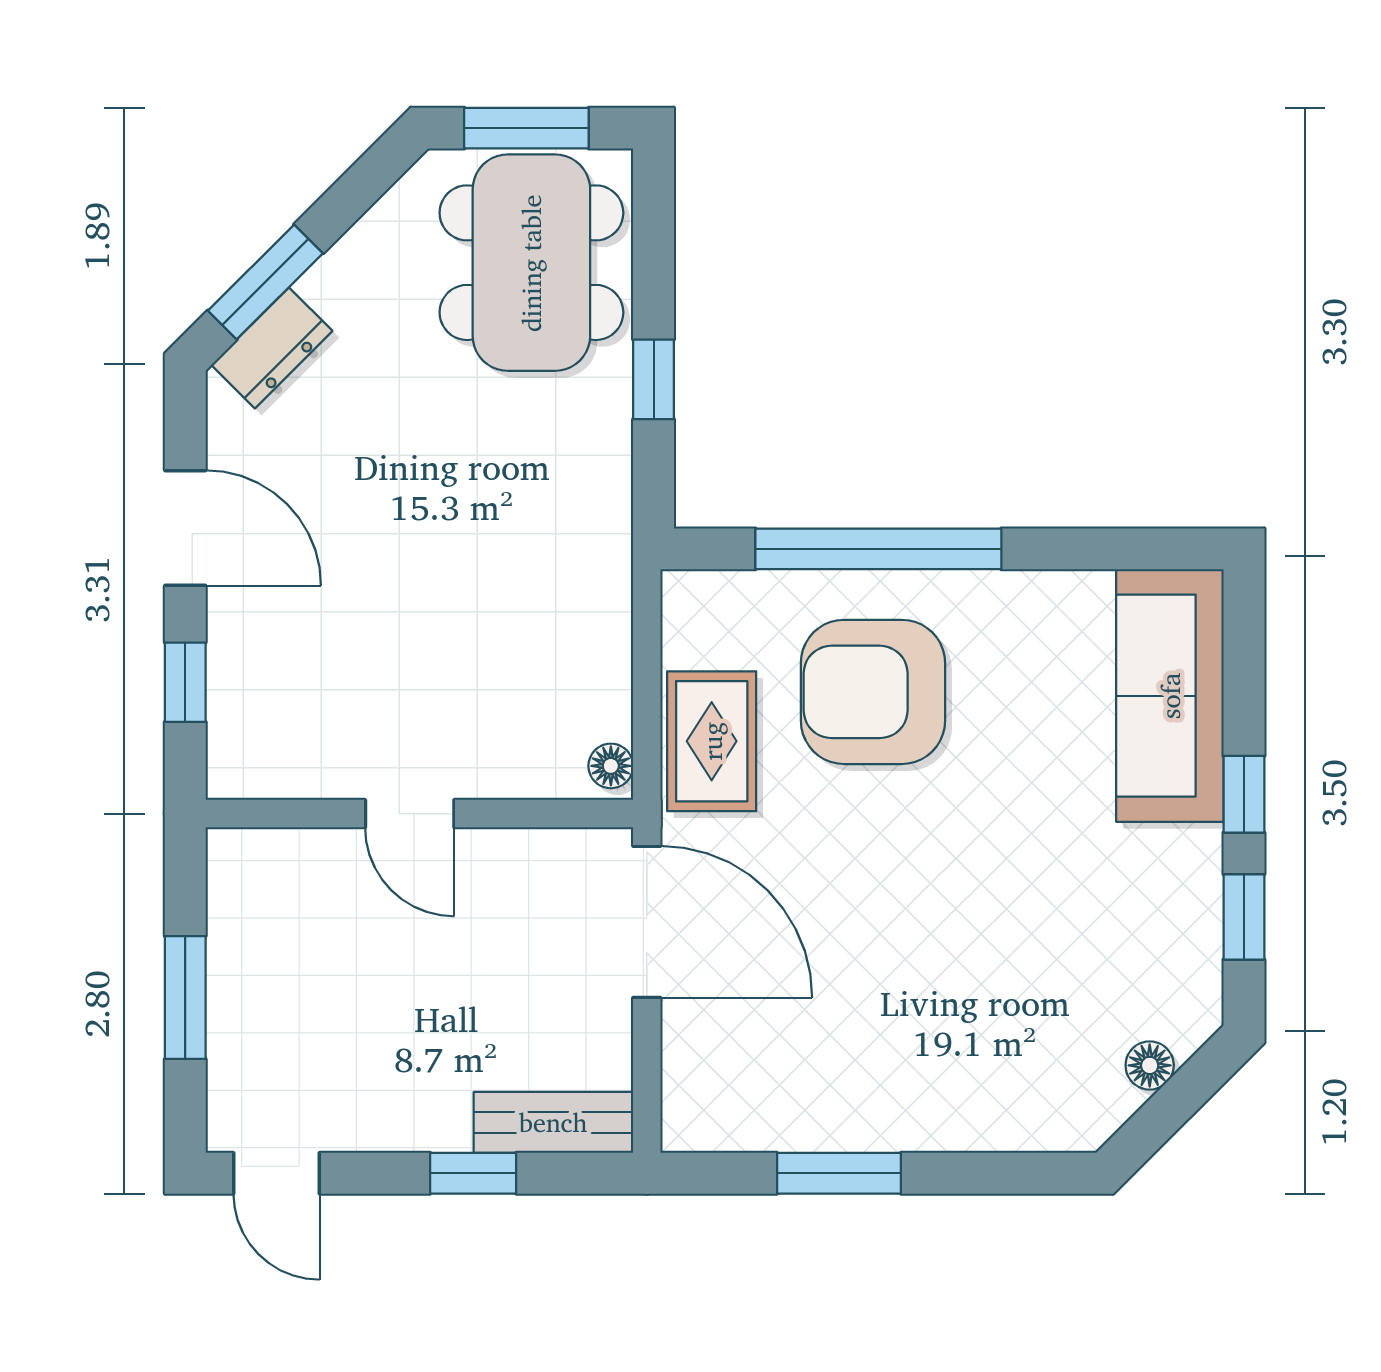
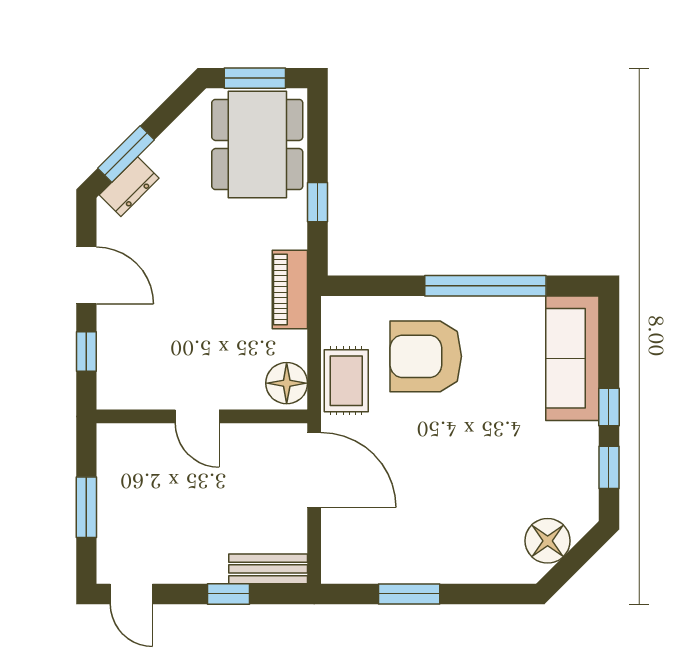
window: (878, 549) -> (485, 286), moved
piano: (597, 556) -> (290, 289), added
floor lamp: (611, 766) -> (287, 383), width x1.89, depth x1.89
floor lamp: (1150, 1065) -> (548, 541), width x1.89, depth x1.89

